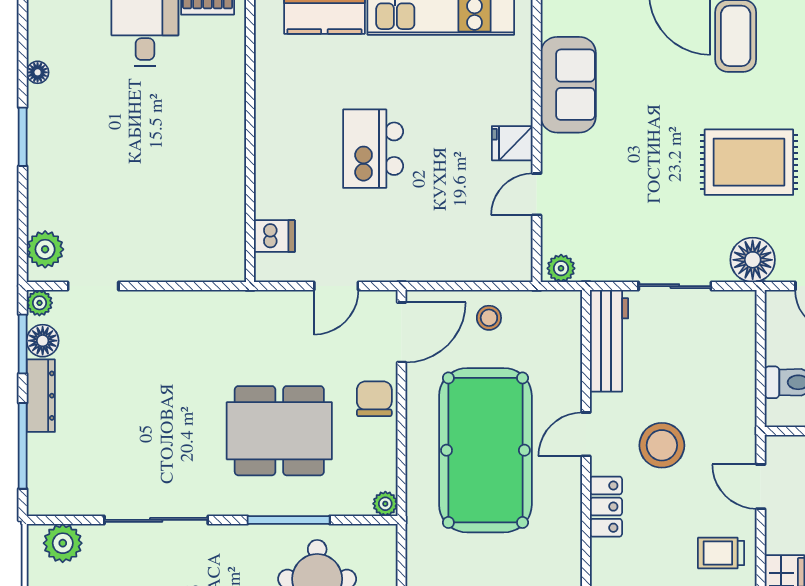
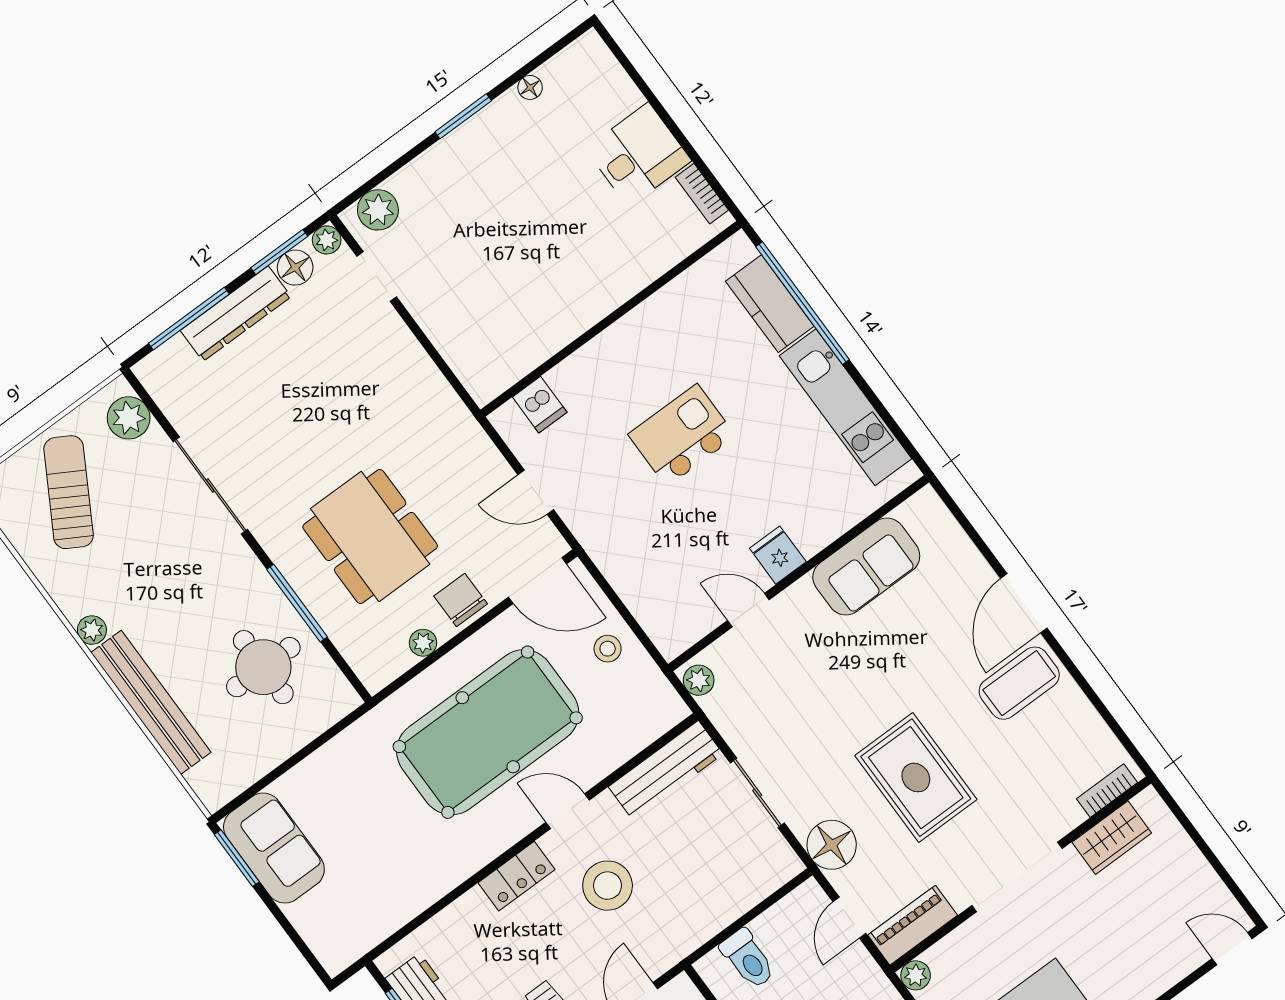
dresser: (41, 396) -> (236, 314), width x1.37, depth x1.24
chair: (374, 399) -> (461, 600), turned -90
plant: (385, 504) -> (423, 643), moved

